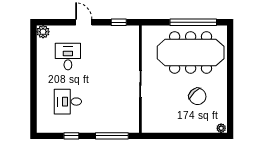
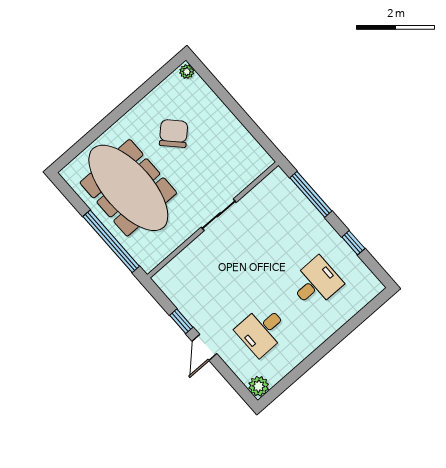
window: (119, 22) -> (181, 321), moved
window: (193, 22) -> (111, 241), moved
desk: (68, 102) -> (316, 283), turned -90

